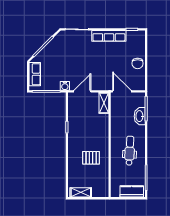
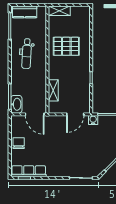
row of seats: (109, 36) -> (29, 171), moved
shelving: (104, 103) -> (53, 90), moved
washbasin: (140, 116) -> (16, 104), moved
pallet: (91, 158) -> (66, 46), width x1.50, depth x1.42
shelving: (81, 192) -> (59, 11), moved

